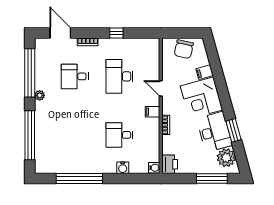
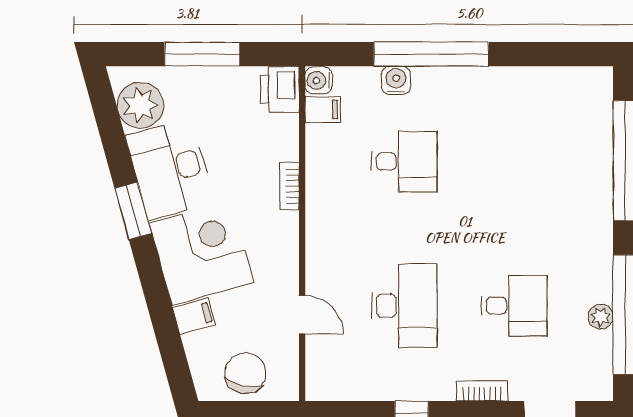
door: (161, 88) -> (302, 315), moved
plant: (40, 95) -> (601, 317), moved
filing cabinet: (152, 112) -> (323, 109), moved
window: (233, 130) -> (133, 211), moved
window: (79, 178) -> (431, 54), moved
window: (212, 178) -> (202, 54), moved

